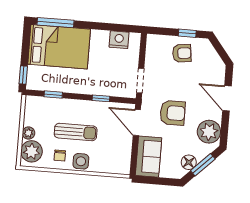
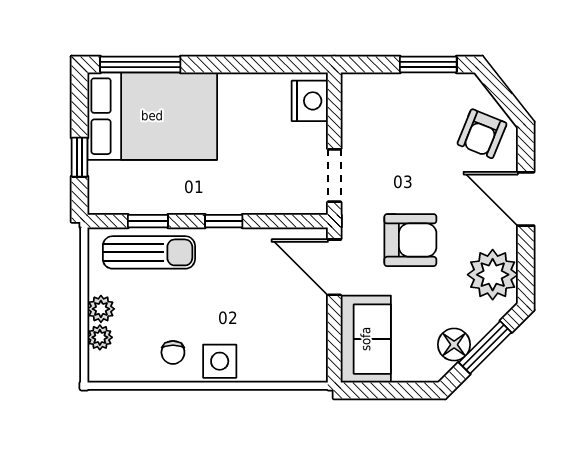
window: (187, 33) -> (428, 64), width x1.50
nightstand: (119, 40) -> (310, 101), moved, turned 90
armchair: (182, 53) -> (482, 134), moved, turned 119
window: (23, 75) -> (79, 157), moved
window: (101, 98) -> (224, 221), moved
sun lounger: (76, 132) -> (149, 252), moved
plant: (32, 151) -> (100, 337), width x0.53, depth x0.53

